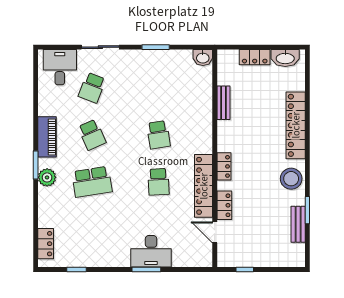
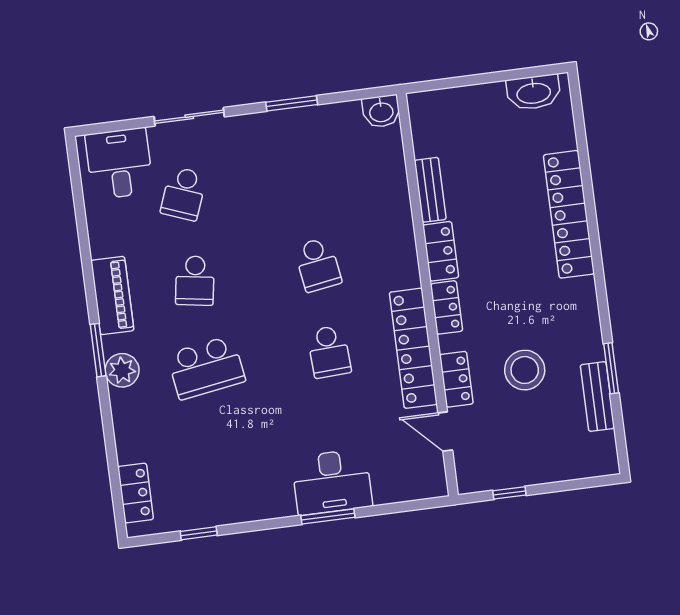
locker: (255, 57) -> (441, 251), moved, turned -90
school desk: (92, 135) -> (195, 281), turned 33
stool: (291, 179) -> (525, 370), moved

